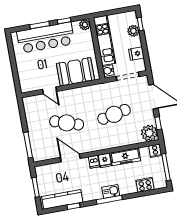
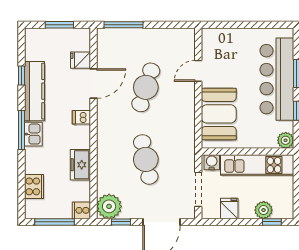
freezer: (125, 157) -> (80, 165), width x0.71
fridge: (105, 160) -> (80, 60), moved
kitchen counter: (62, 199) -> (34, 91), moved

